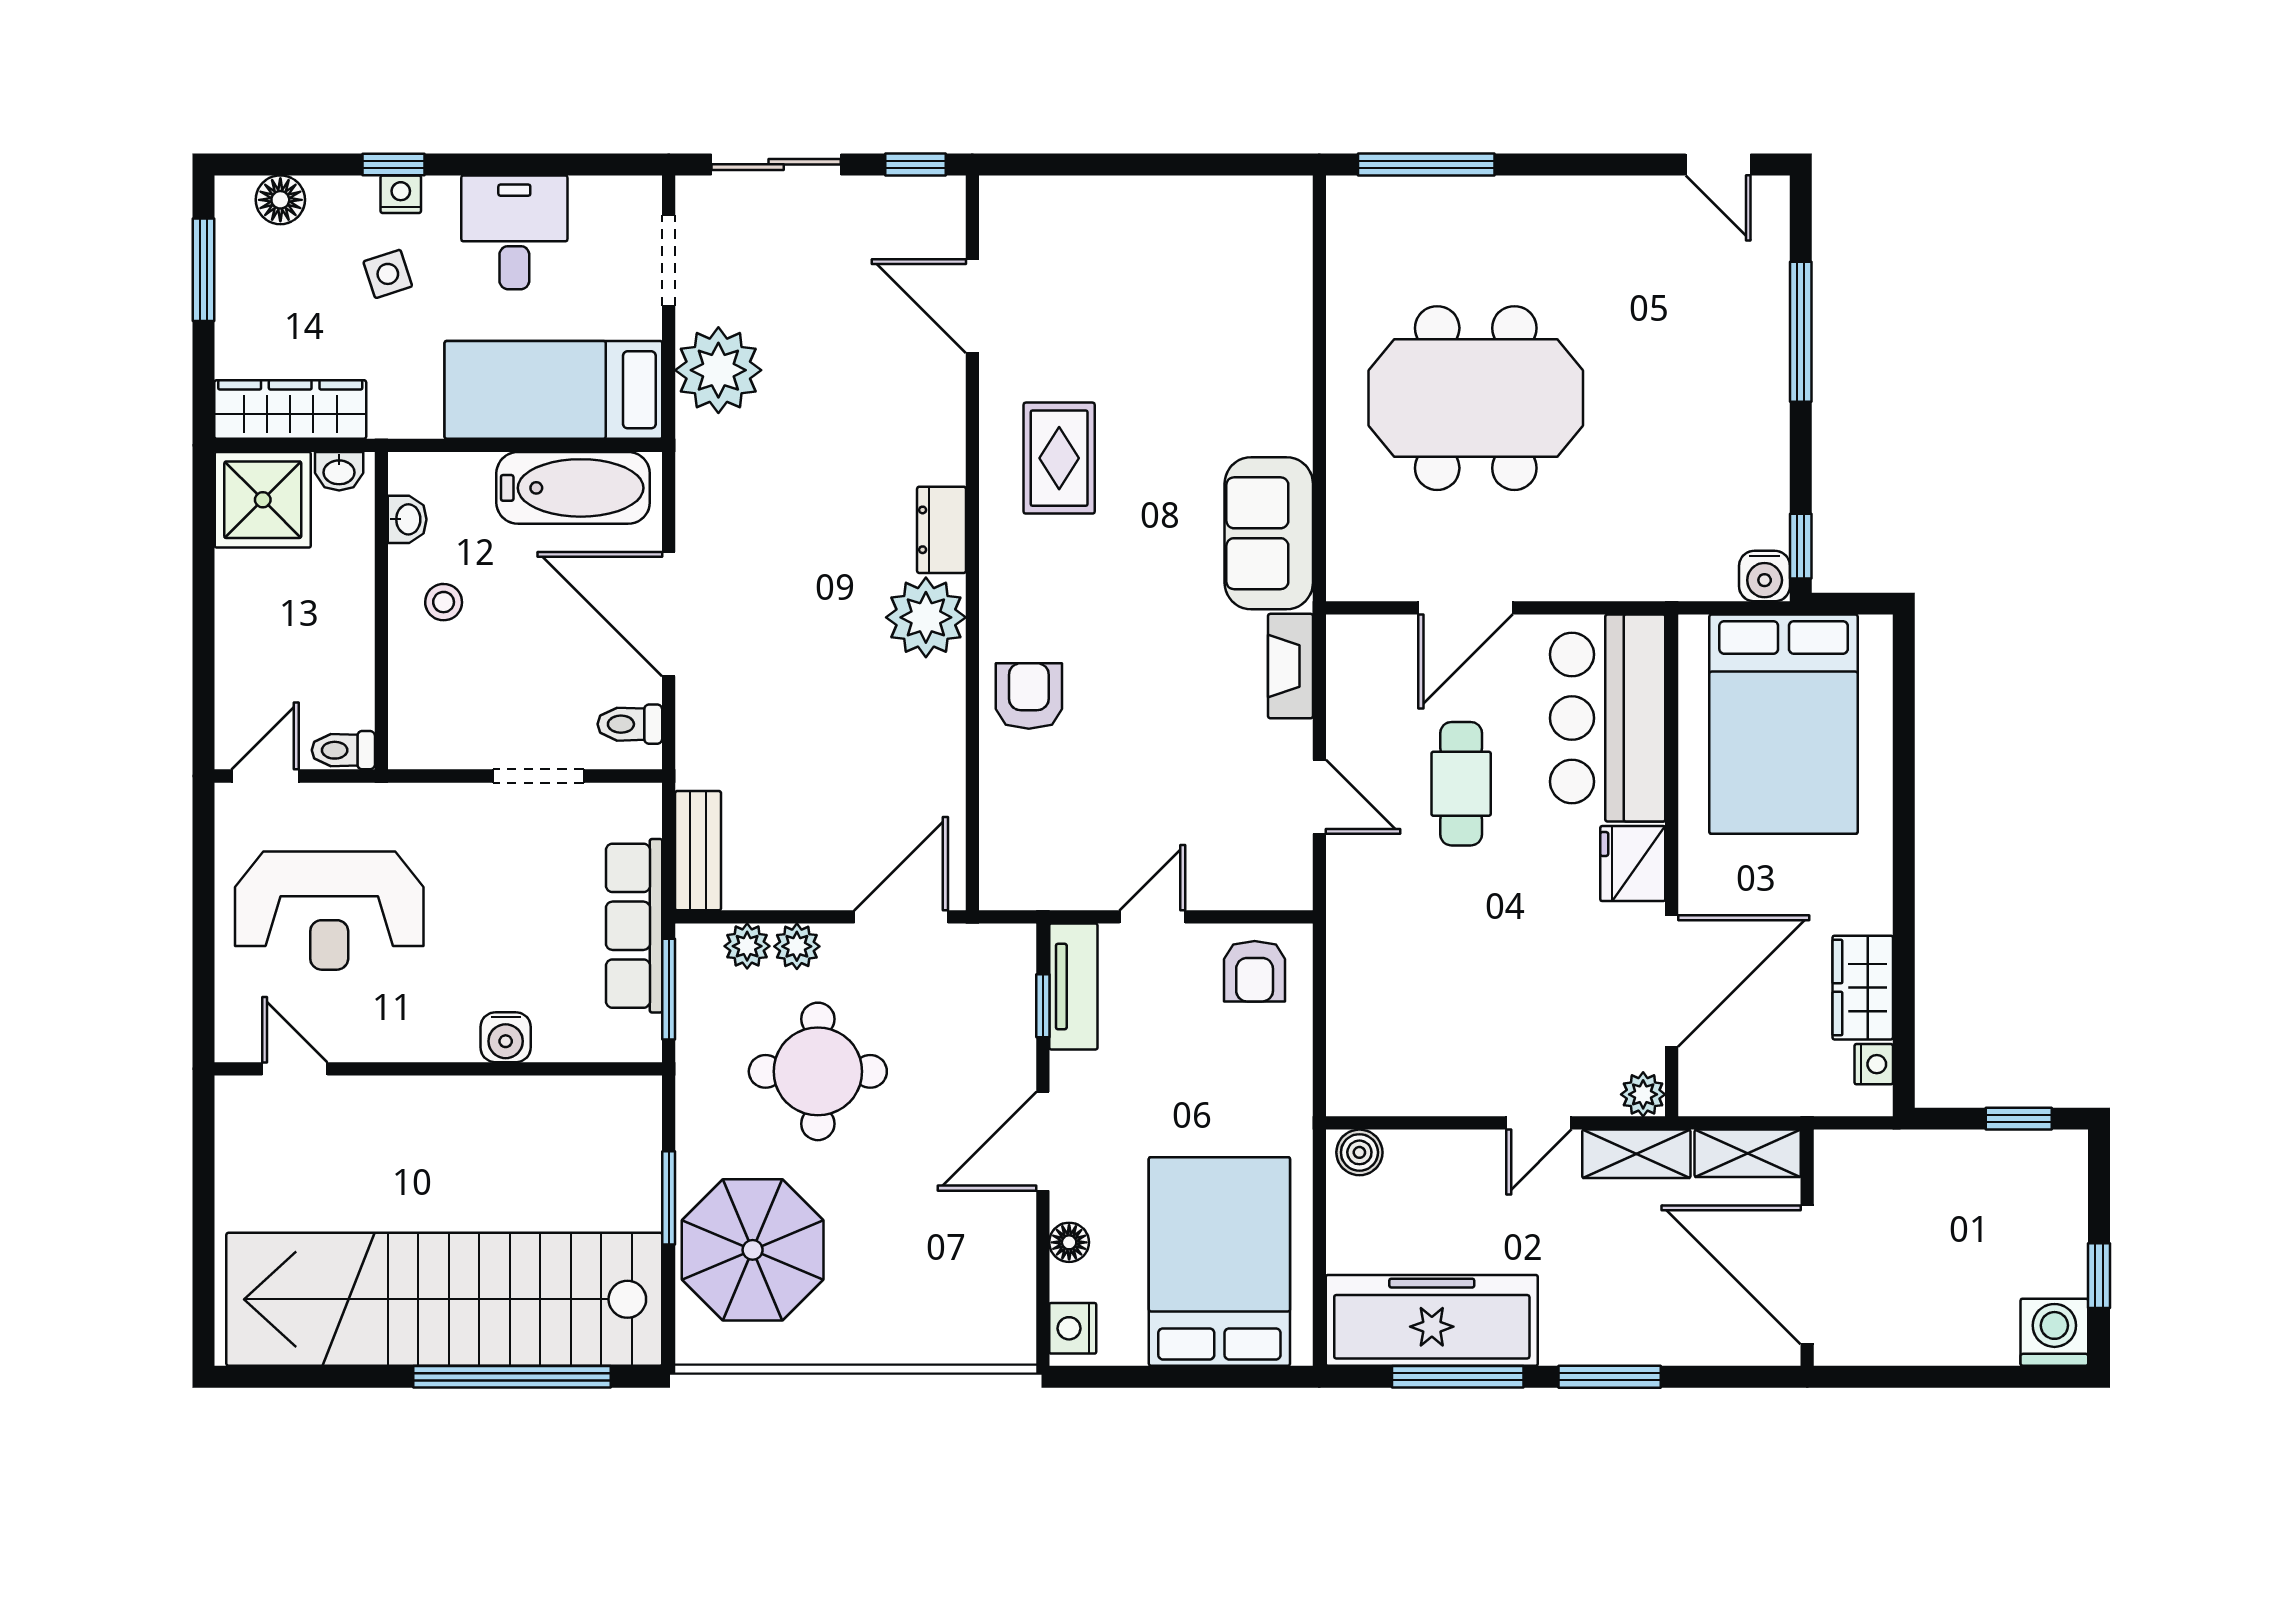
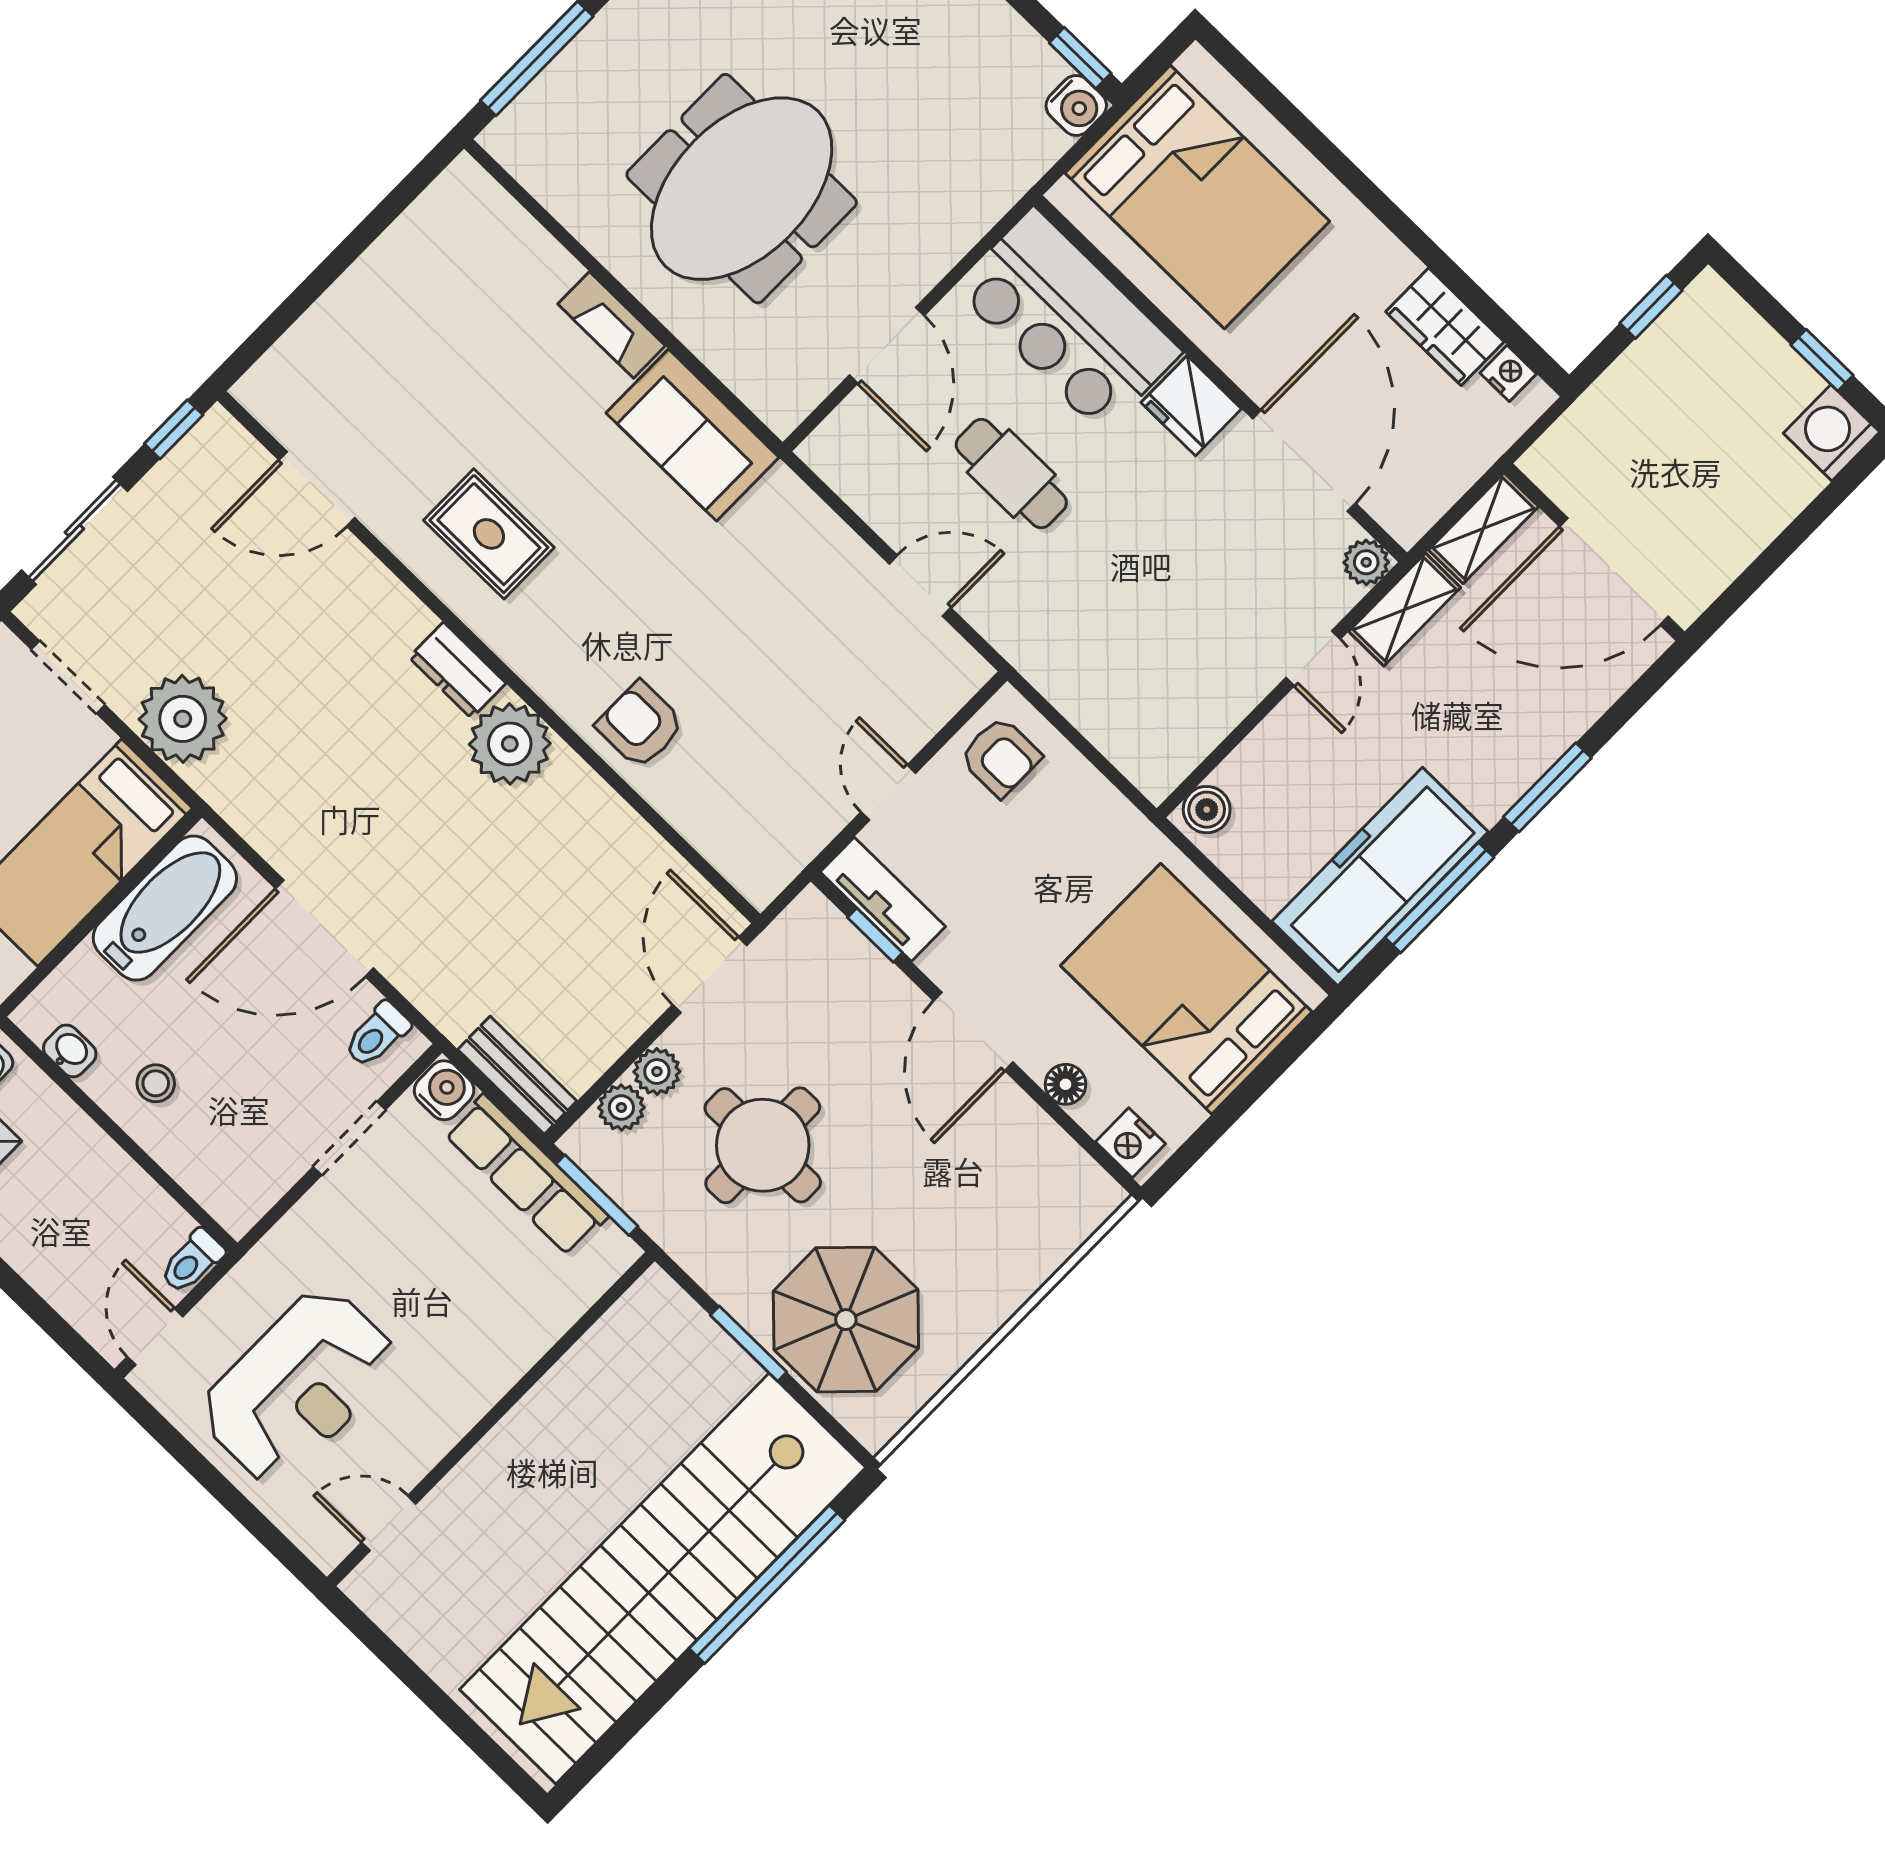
fireplace: (1290, 666) -> (612, 325), moved
water cooler: (506, 1037) -> (444, 1090), moved, turned -90

